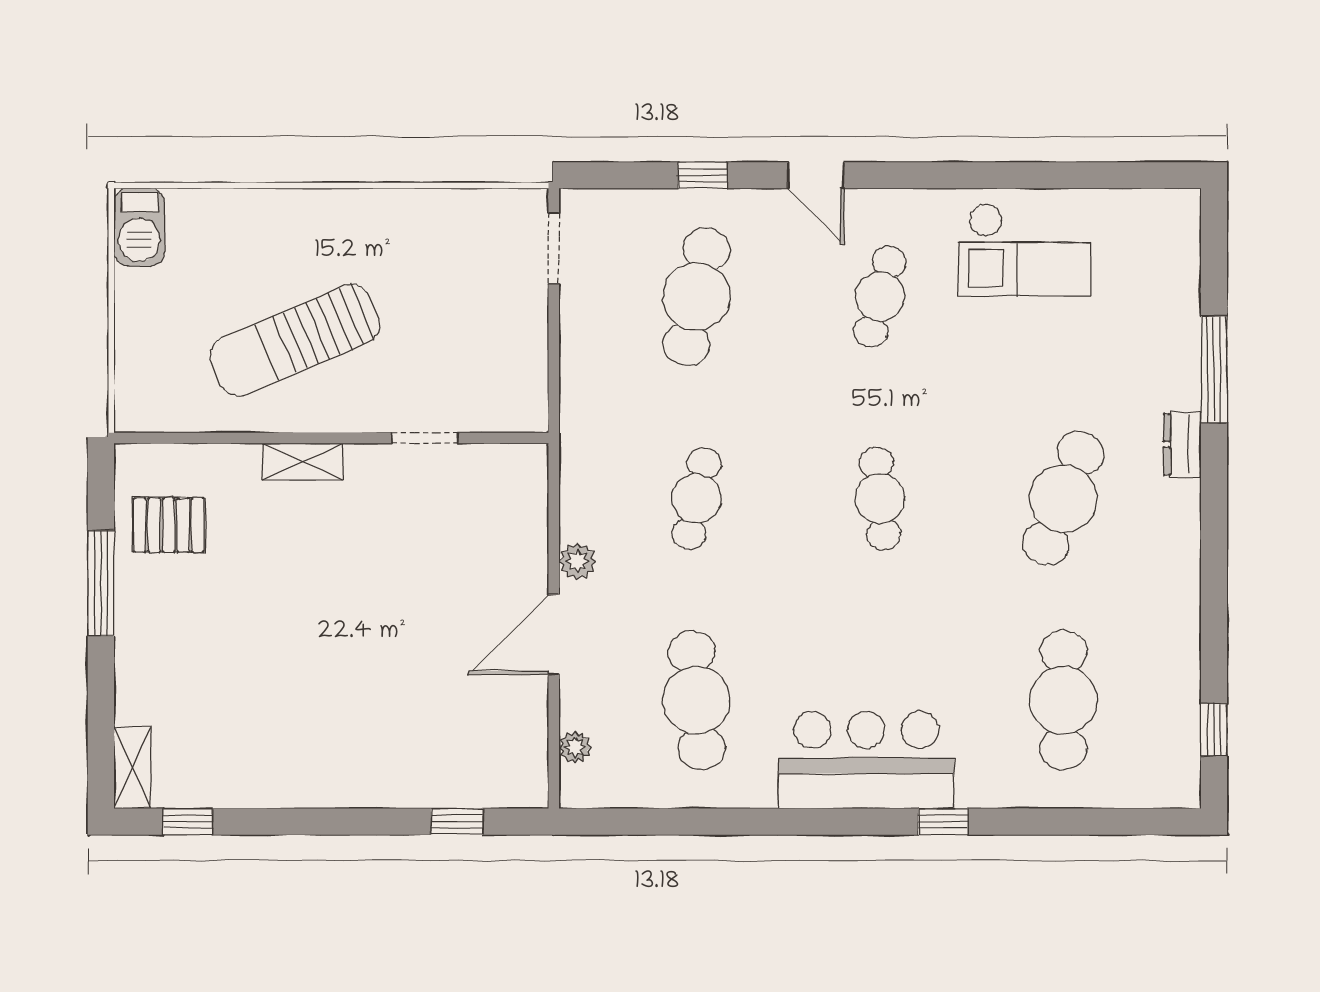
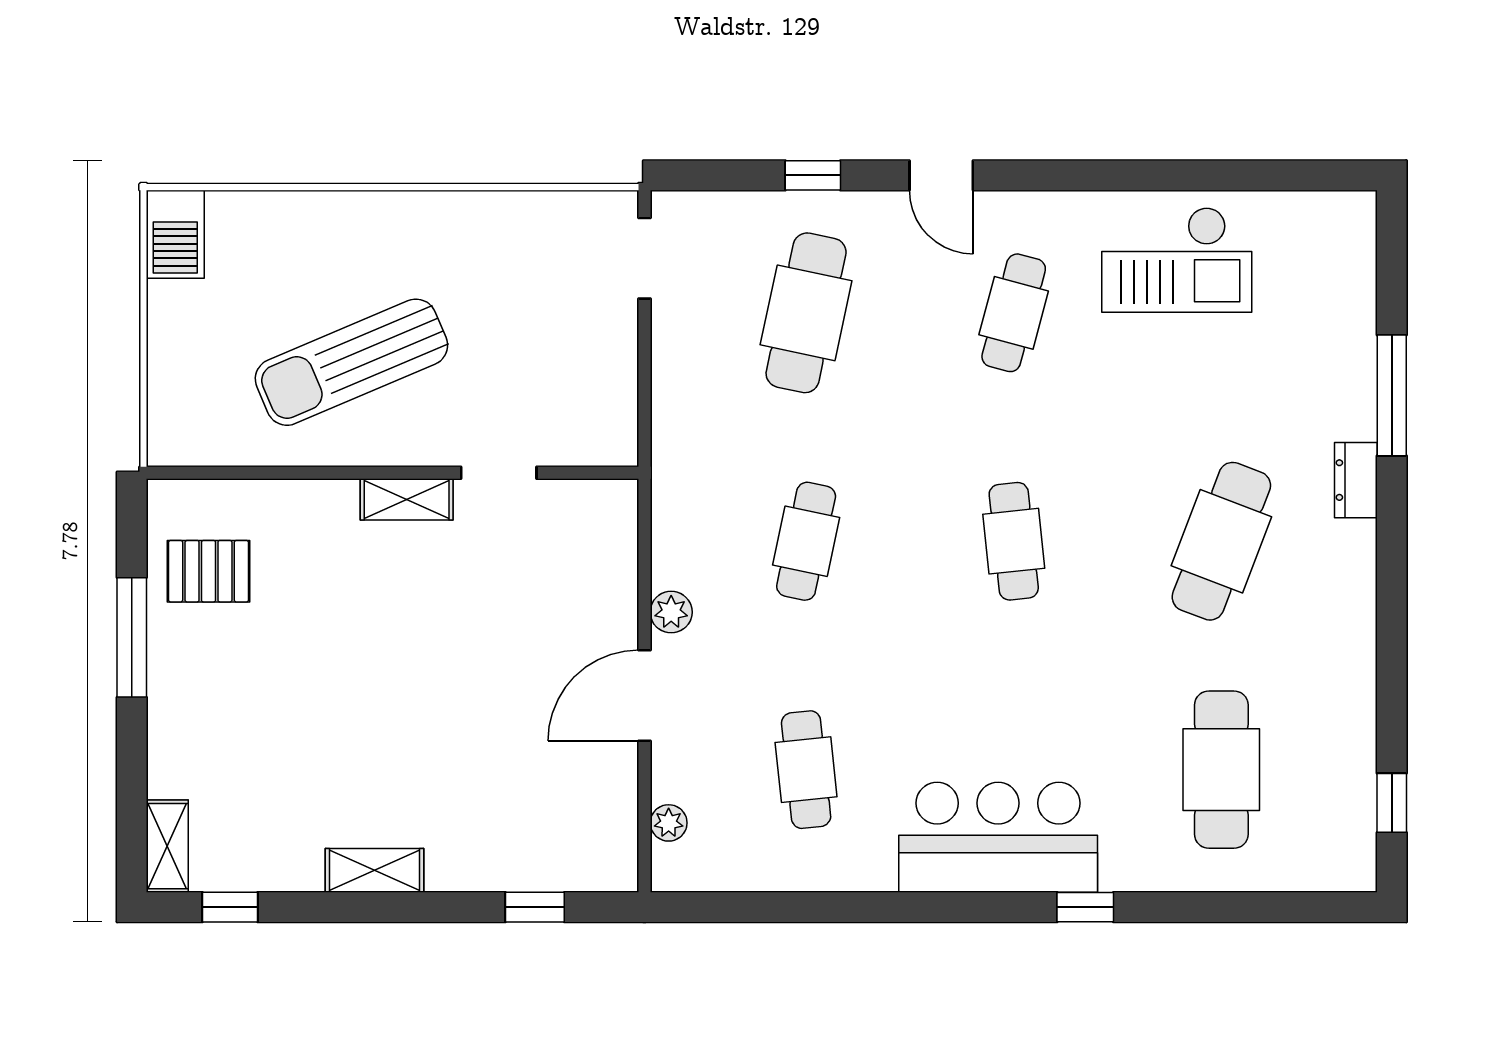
shelving: (303, 462) -> (407, 499), moved
cafe table: (697, 700) -> (806, 770), width x0.73, depth x0.74
shelving: (315, 789) -> (374, 870), added

